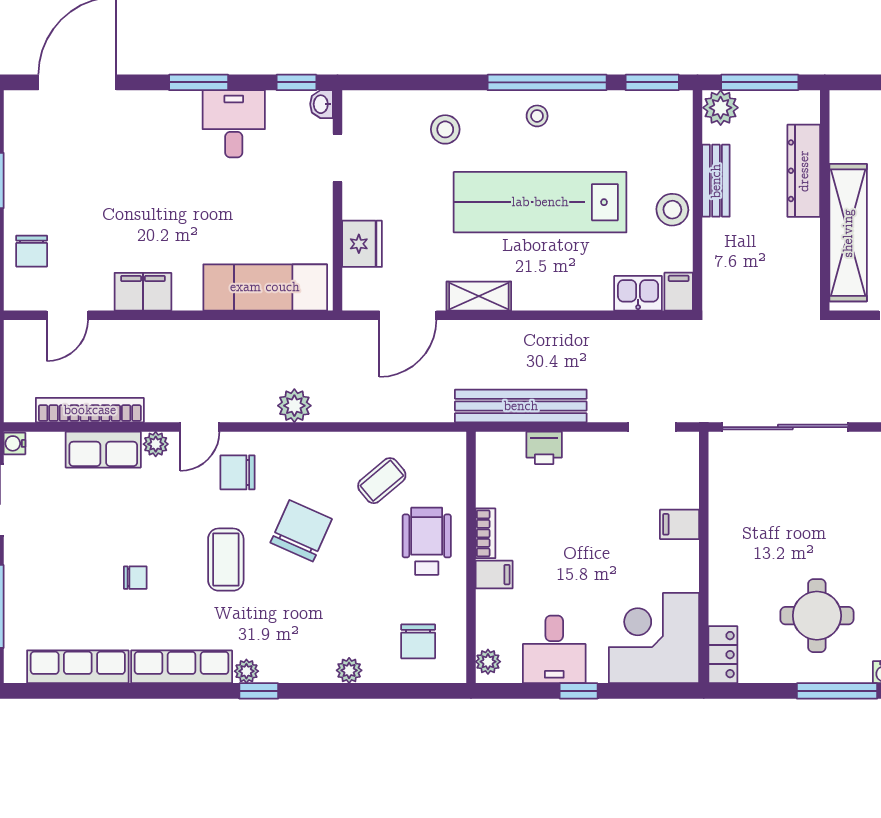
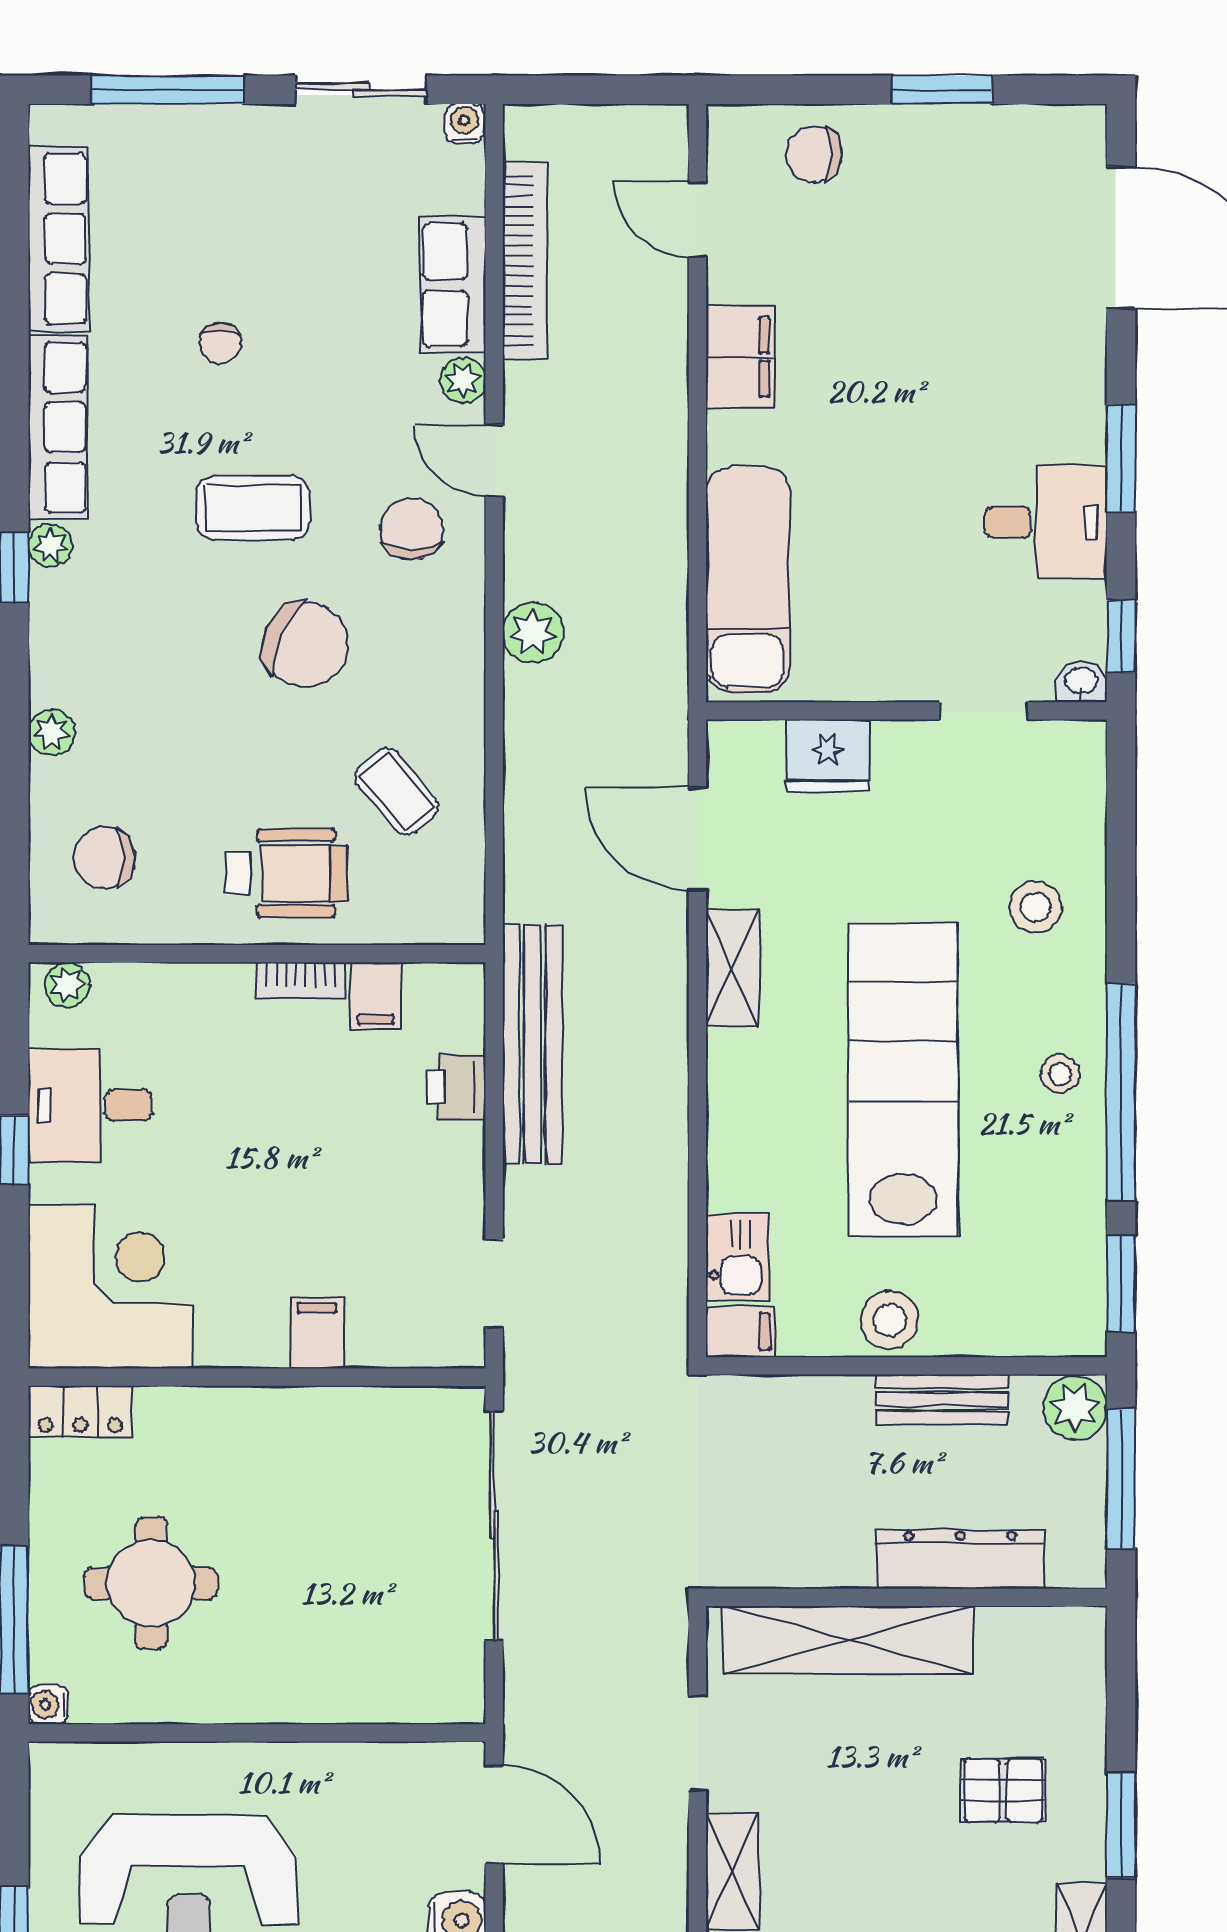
filing cabinet: (494, 575) -> (376, 996), moved

